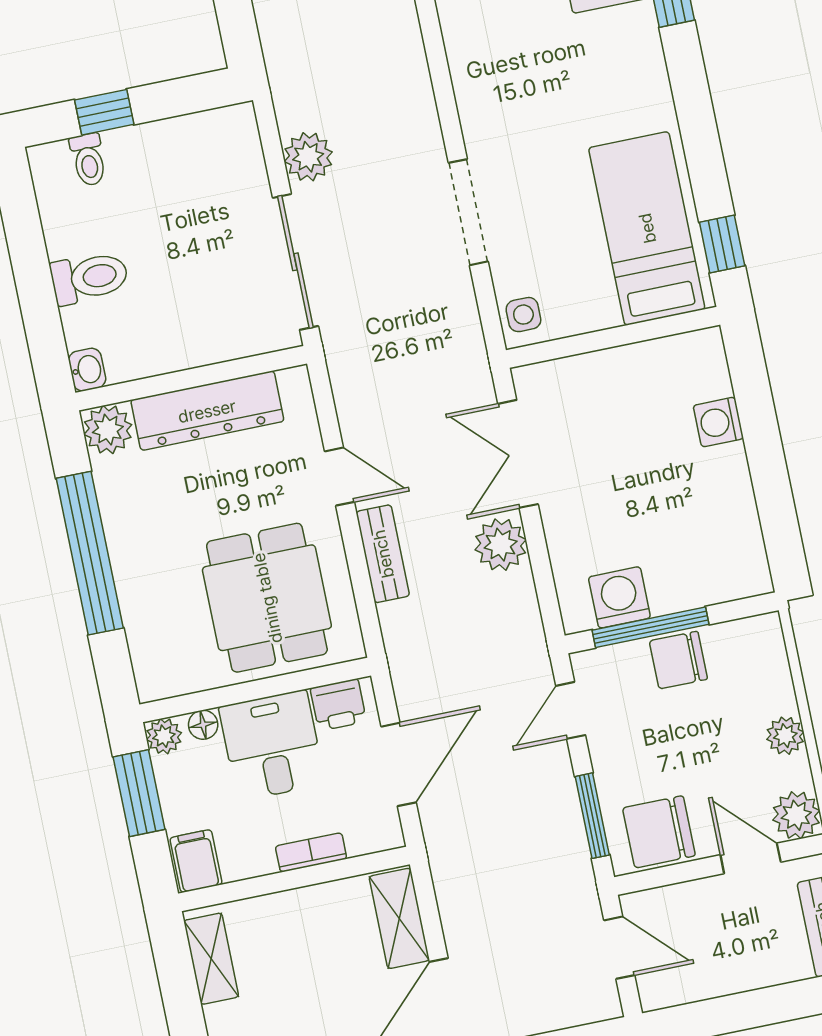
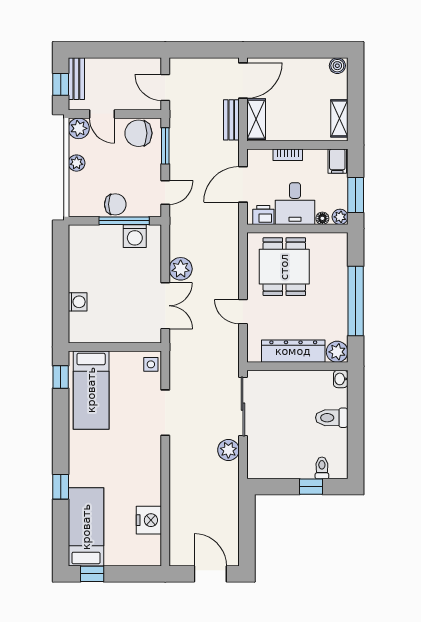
bench: (383, 554) -> (231, 120), moved
chair: (659, 832) -> (138, 133), turned 180

